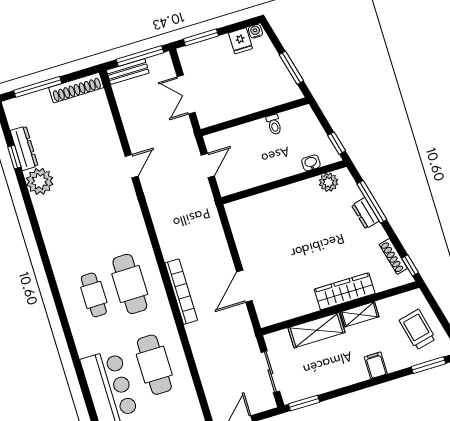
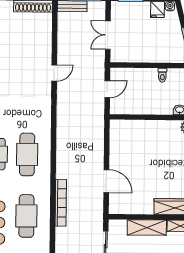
door: (244, 286) -> (106, 181), swing flipped
bookcase: (181, 292) -> (61, 203), moved

